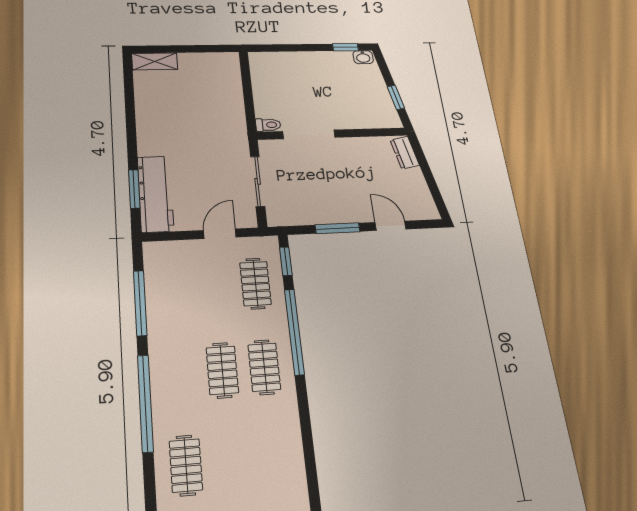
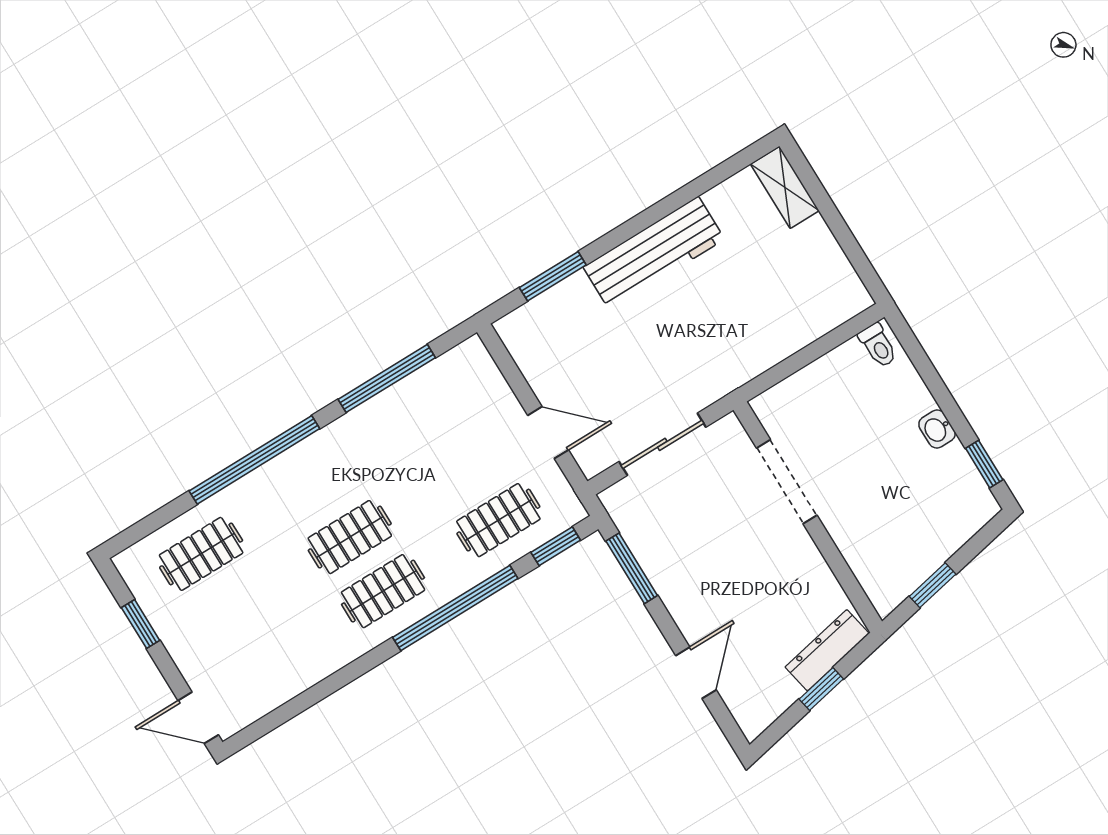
washbasin: (363, 57) -> (937, 429), moved
toilet: (268, 125) -> (878, 345), moved
dresser: (405, 153) -> (827, 650), width x1.44
window: (427, 172) -> (821, 689), added
workbench: (155, 194) -> (654, 253), moved
window: (338, 228) -> (632, 568), moved

